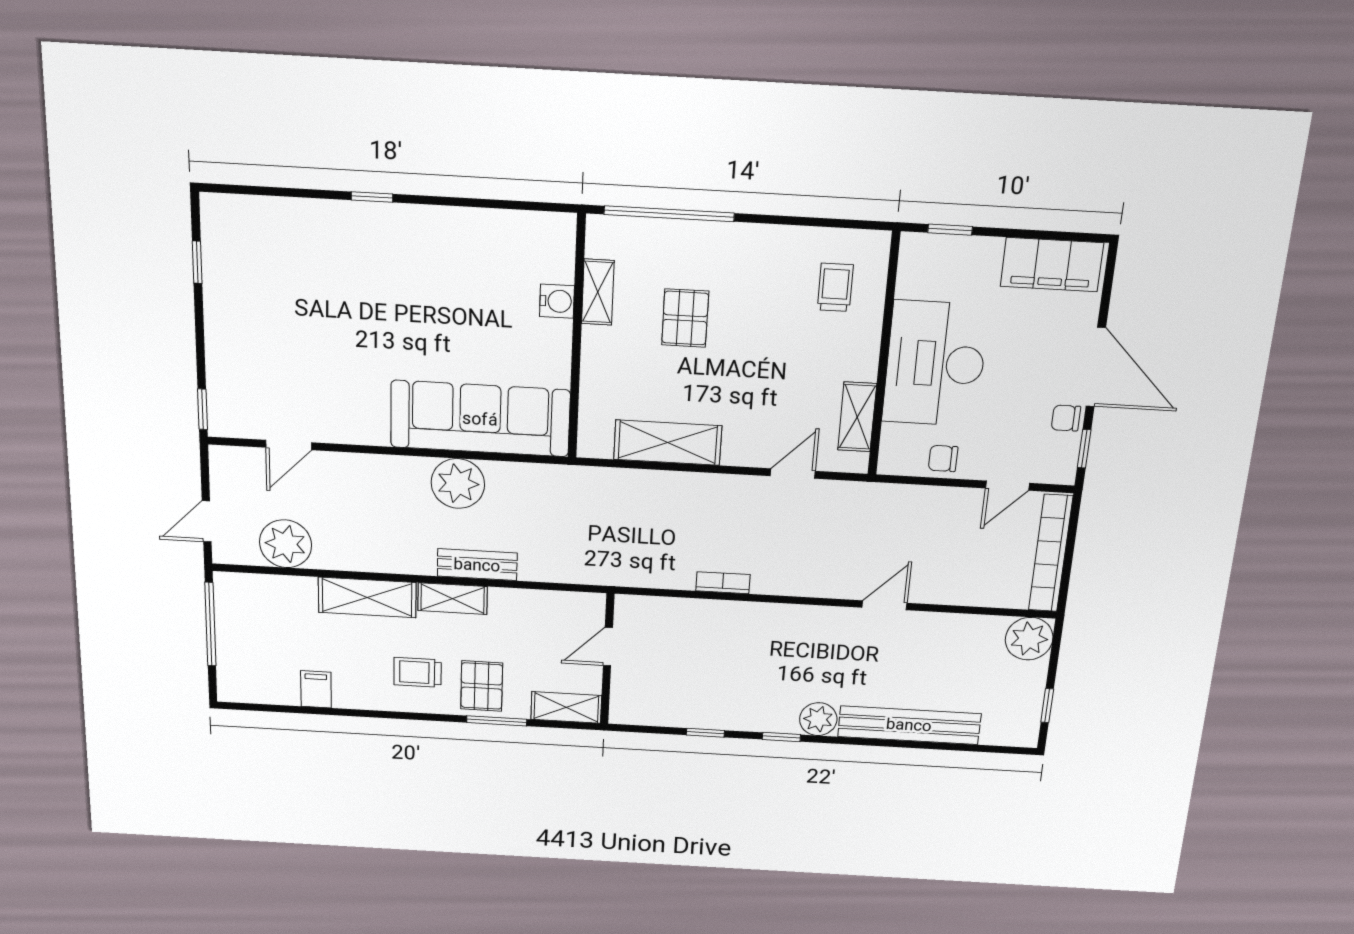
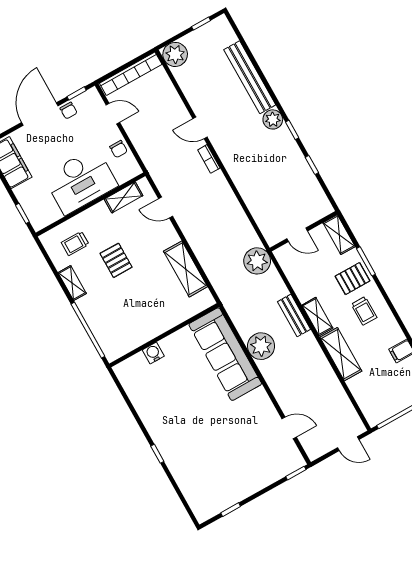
shelving: (598, 292) -> (72, 283), moved, turned 90
pallet: (685, 318) -> (116, 260), moved, turned 90
plant: (286, 544) -> (257, 261), moved
bookcase: (723, 583) -> (209, 159), moved

